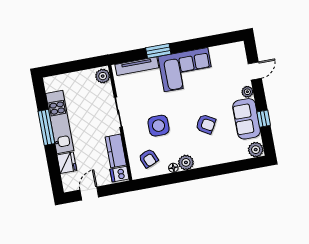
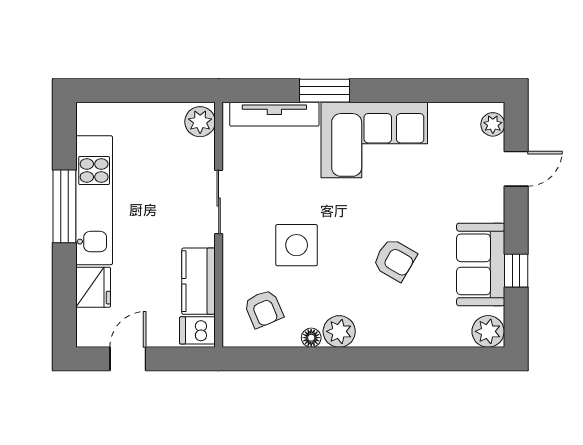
plant: (247, 92) -> (493, 124), moved

